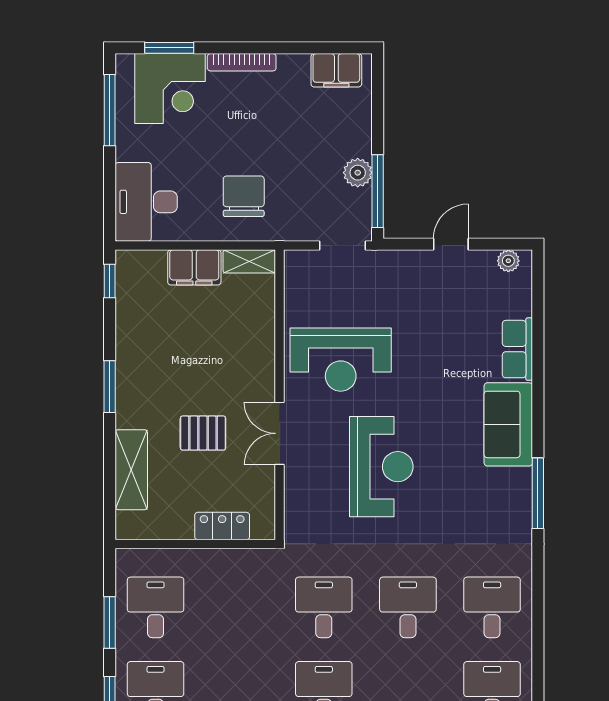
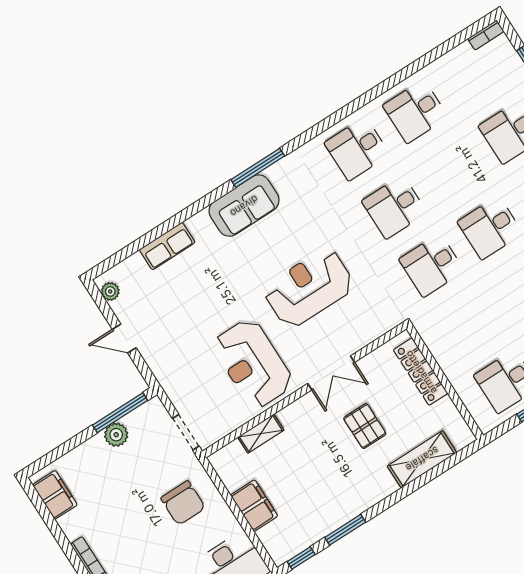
chair: (244, 196) -> (183, 503), turned -90
doorway: (343, 246) -> (186, 432), moved
shelving: (249, 261) -> (261, 434), moved, turned 90
reception desk: (341, 360) -> (253, 363), turned 180
window: (110, 387) -> (345, 530), moved
sofa: (508, 424) -> (244, 206), moved
locker: (222, 526) -> (421, 372), width x1.53

